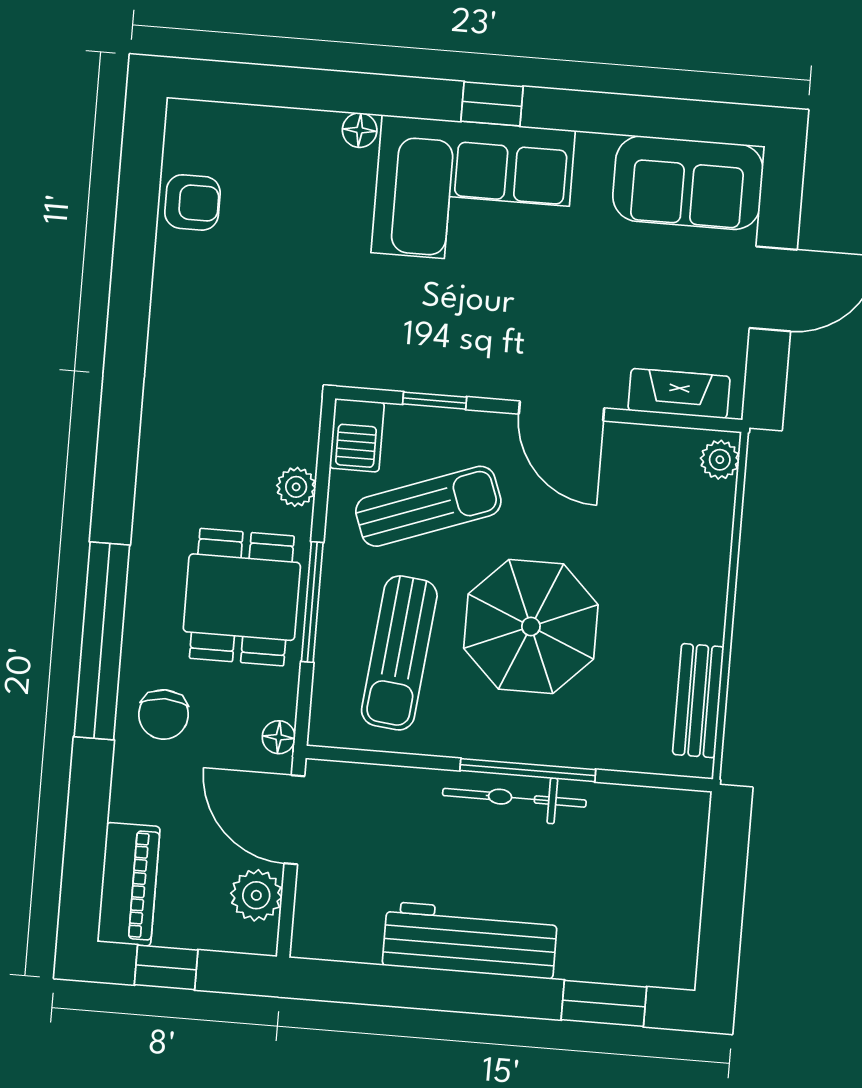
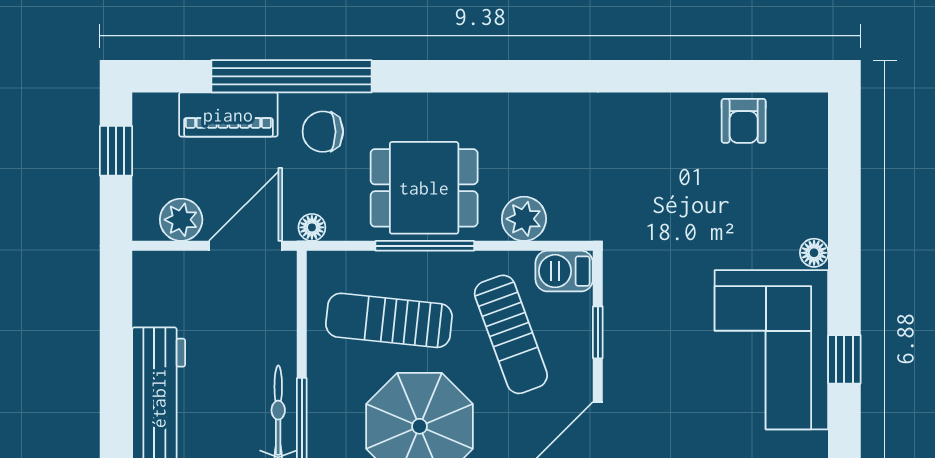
plant: (296, 487) -> (524, 219), width x1.38, depth x1.38
window: (102, 641) -> (291, 76), moved
piano: (129, 884) -> (228, 115), moved

